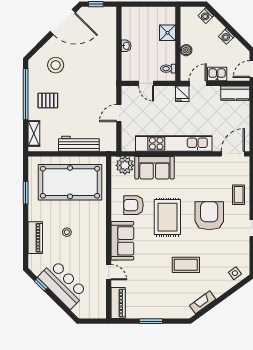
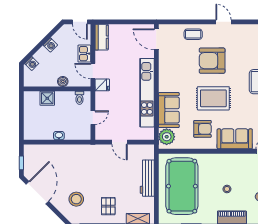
armchair: (134, 205) -> (203, 129), turned -90

